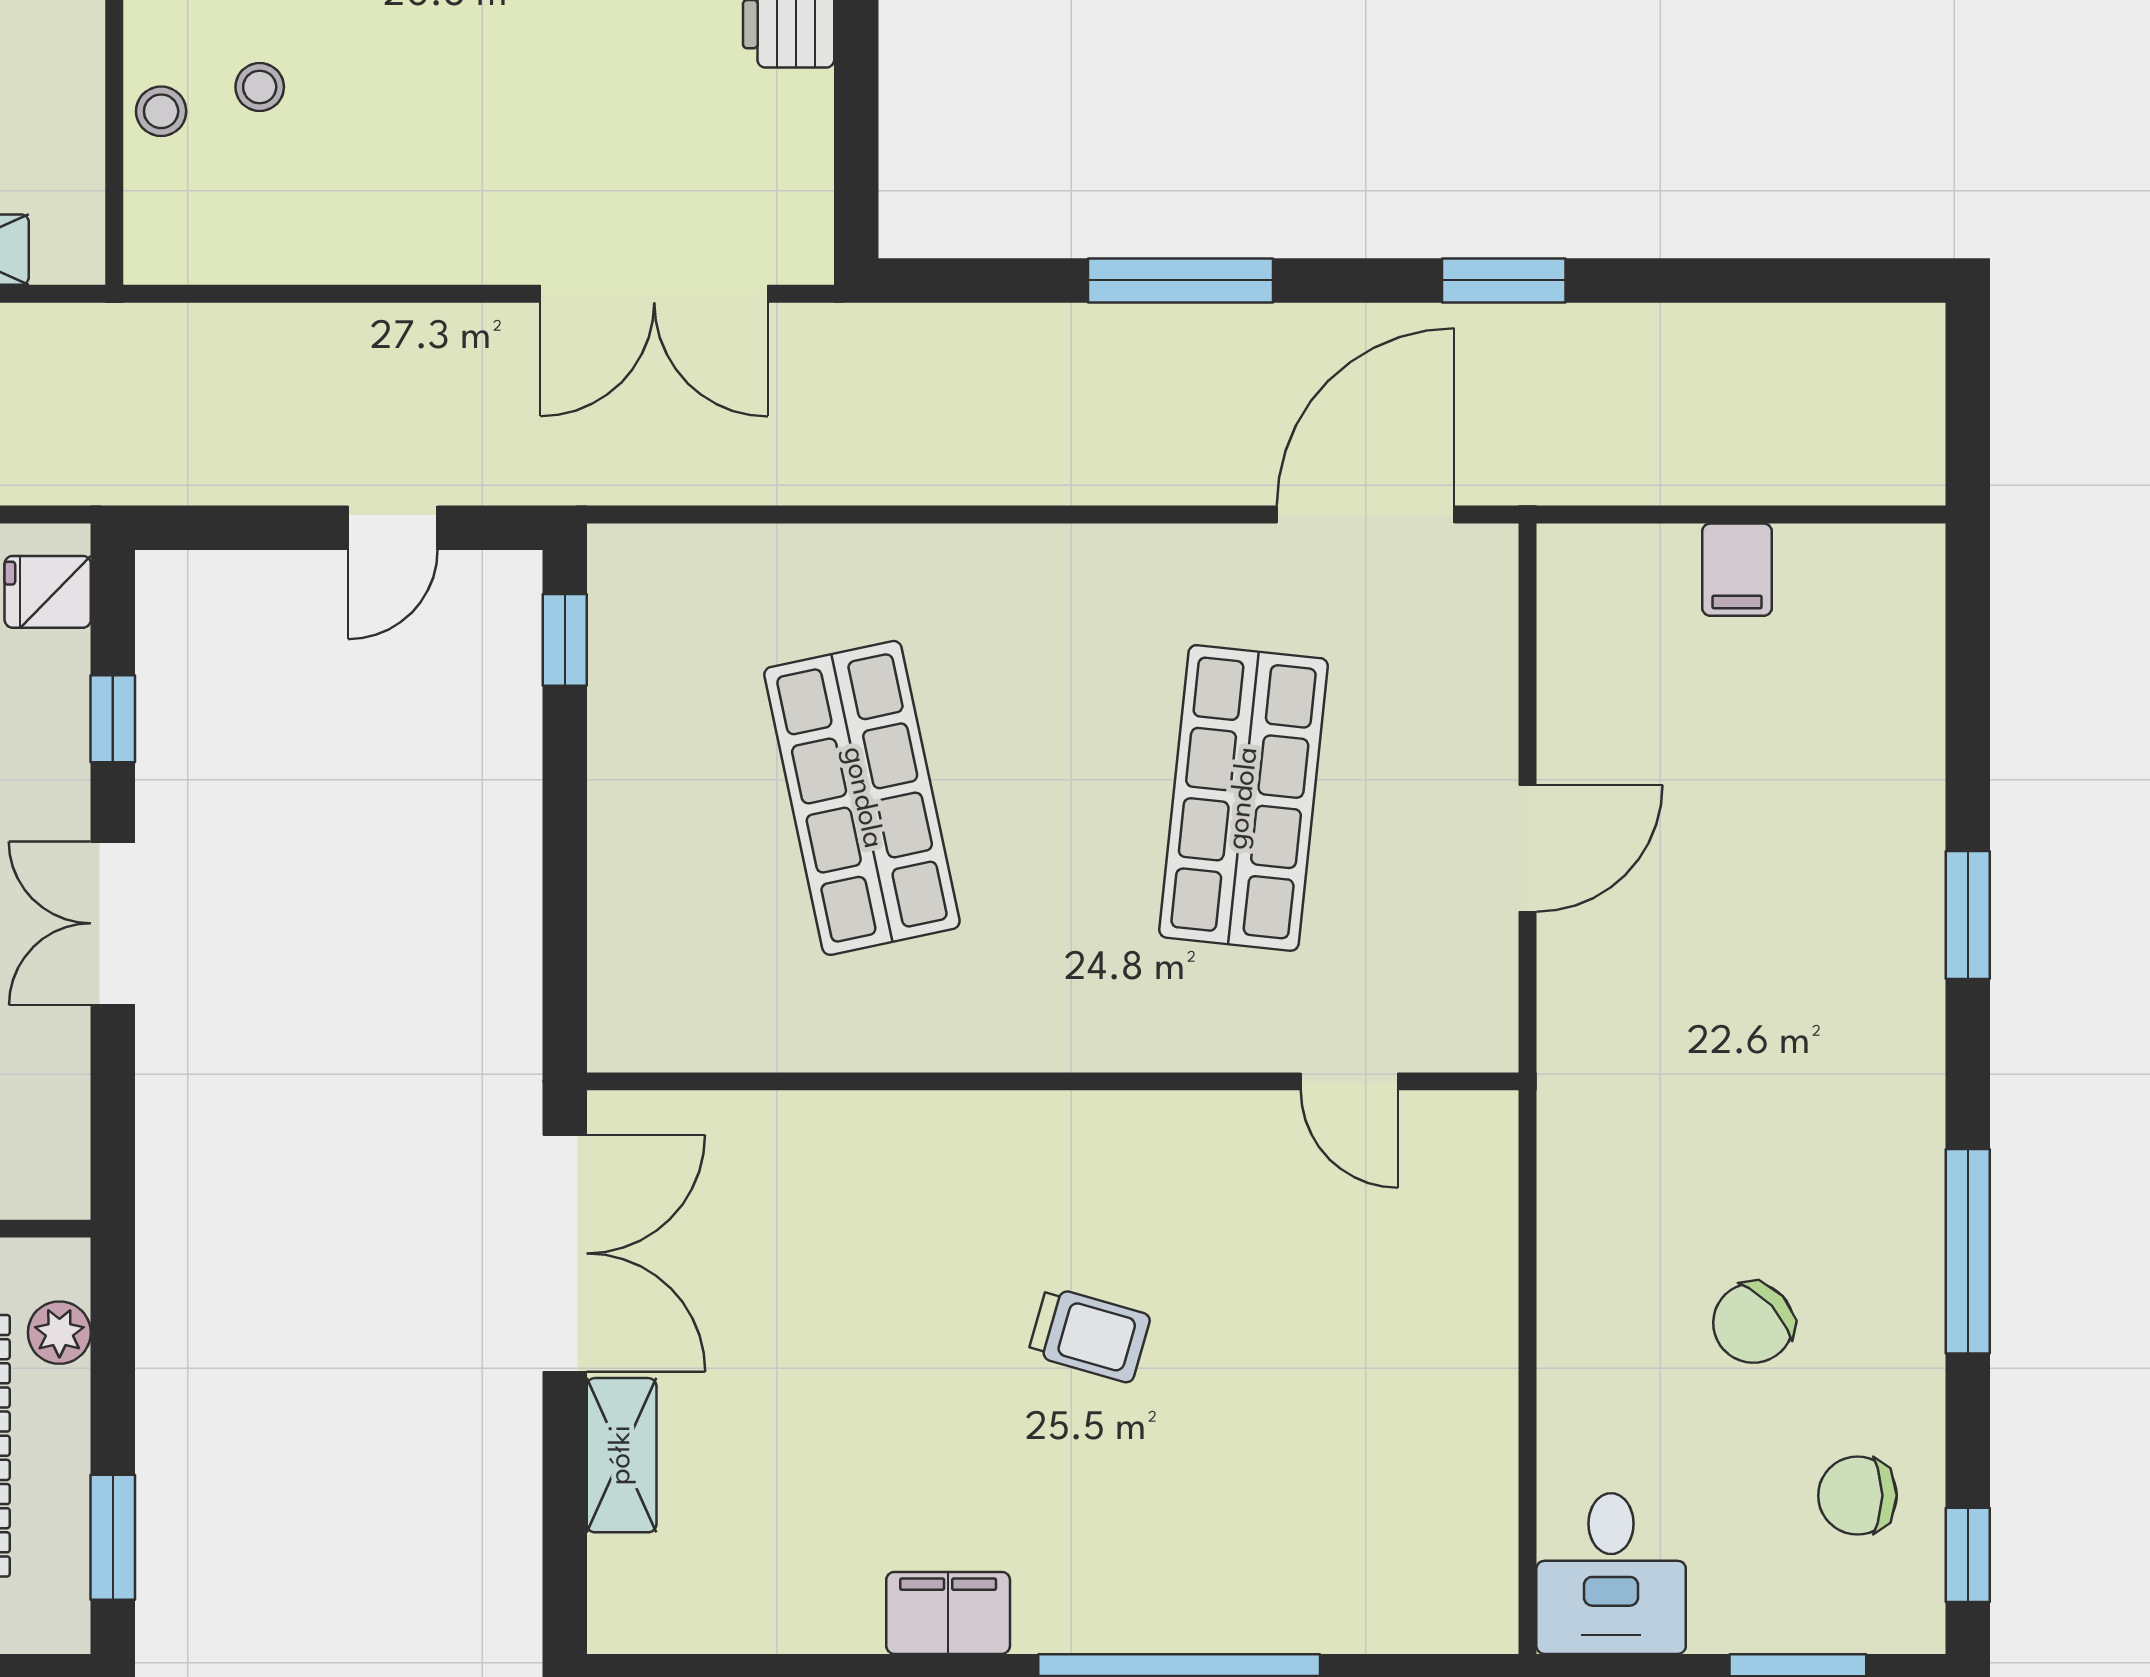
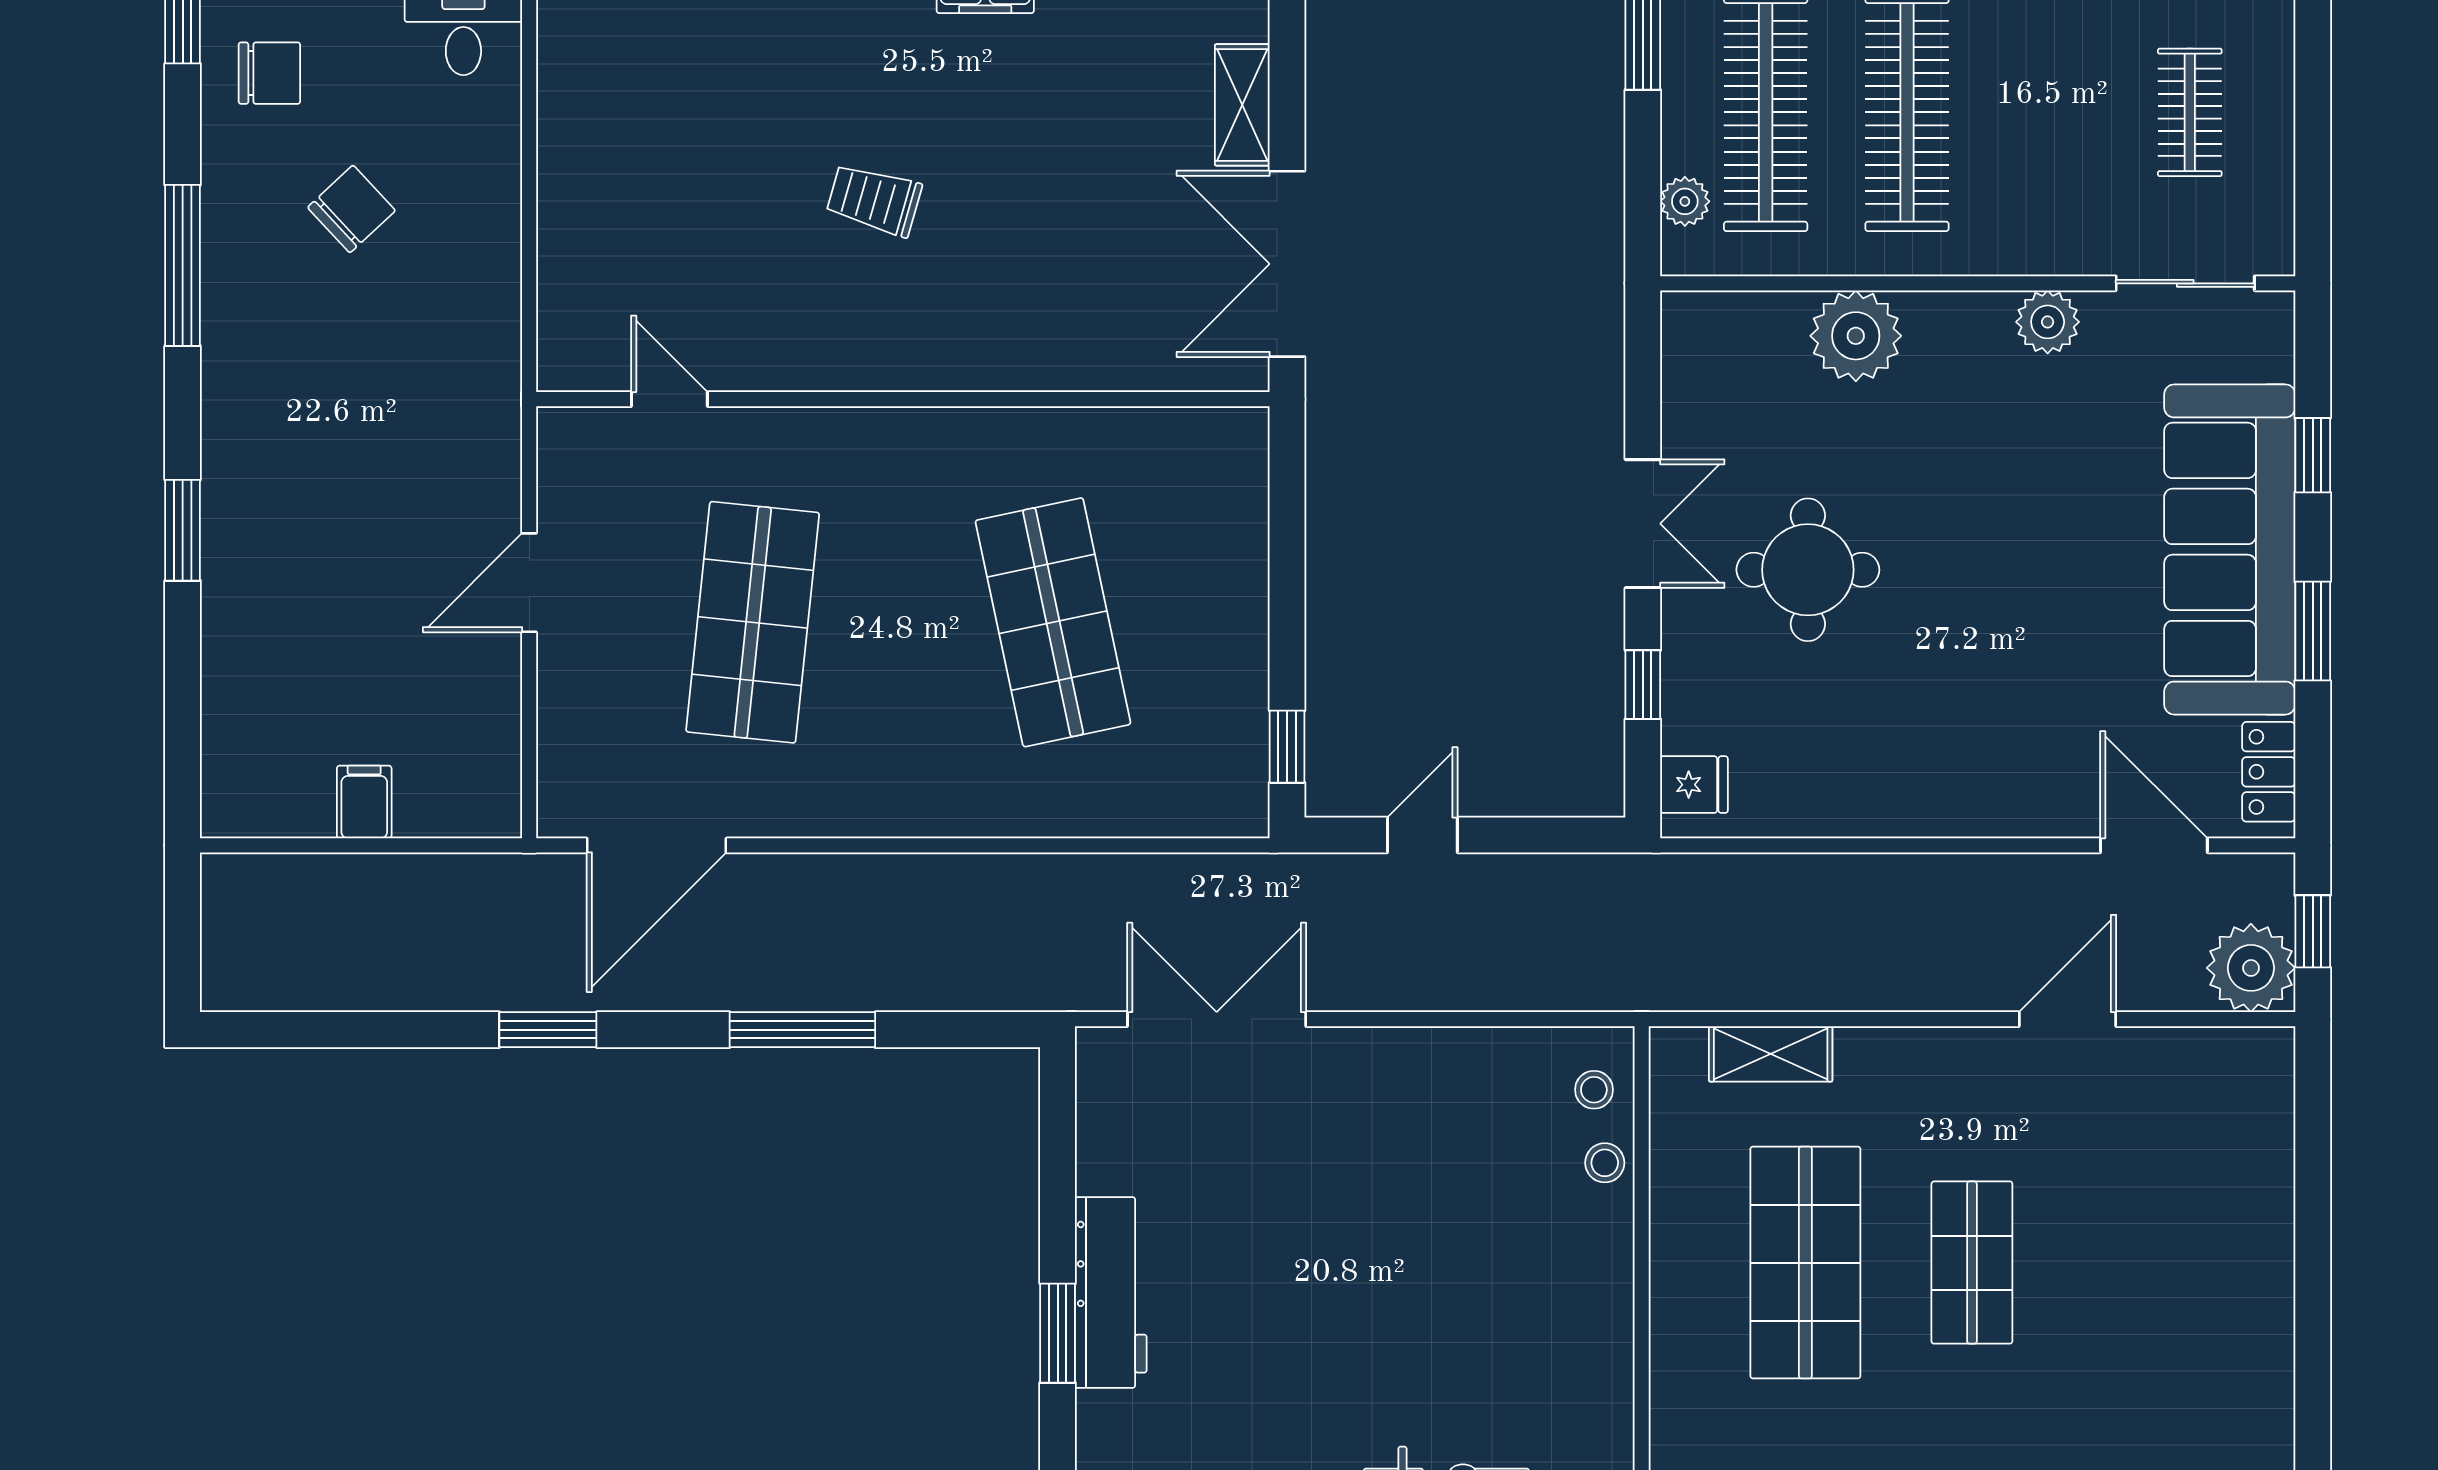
stool: (260, 87) -> (1594, 1090), moved

